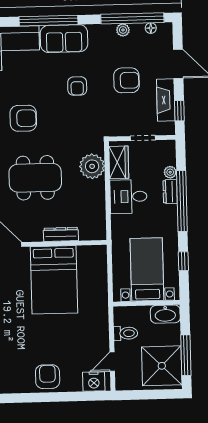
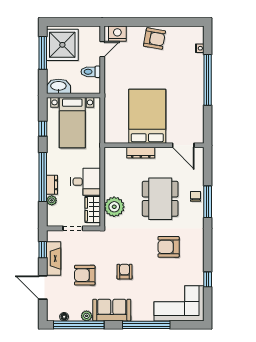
sofa: (64, 39) -> (112, 310), moved
dining table: (35, 178) -> (160, 199), turned 90
armchair: (48, 377) -> (154, 39), turned -80

